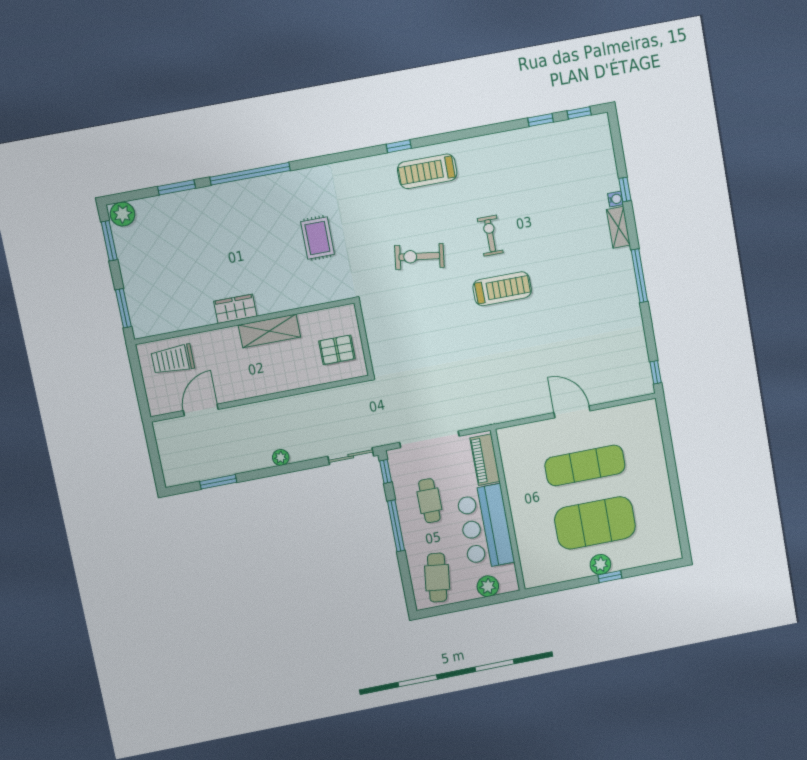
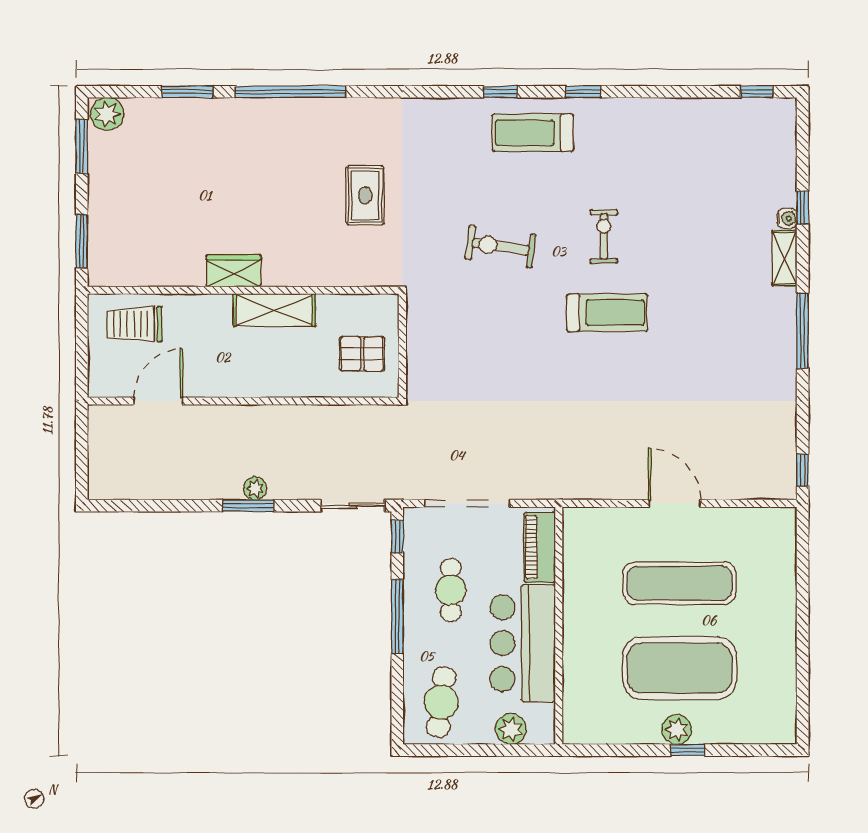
window: (541, 120) -> (583, 92), moved
window: (218, 482) -> (249, 506), moved

